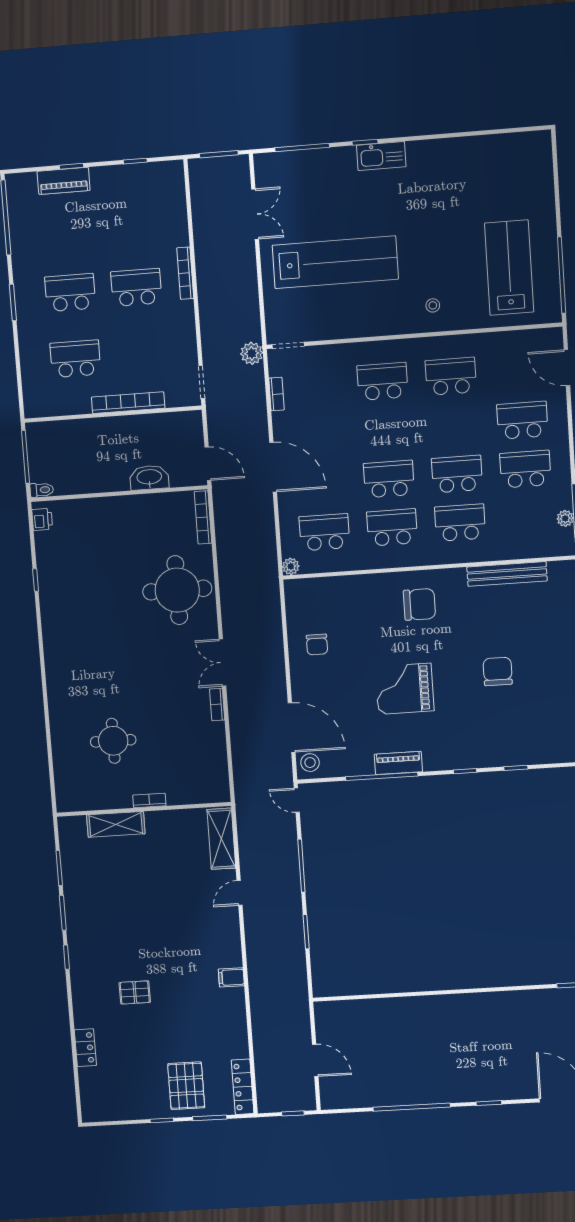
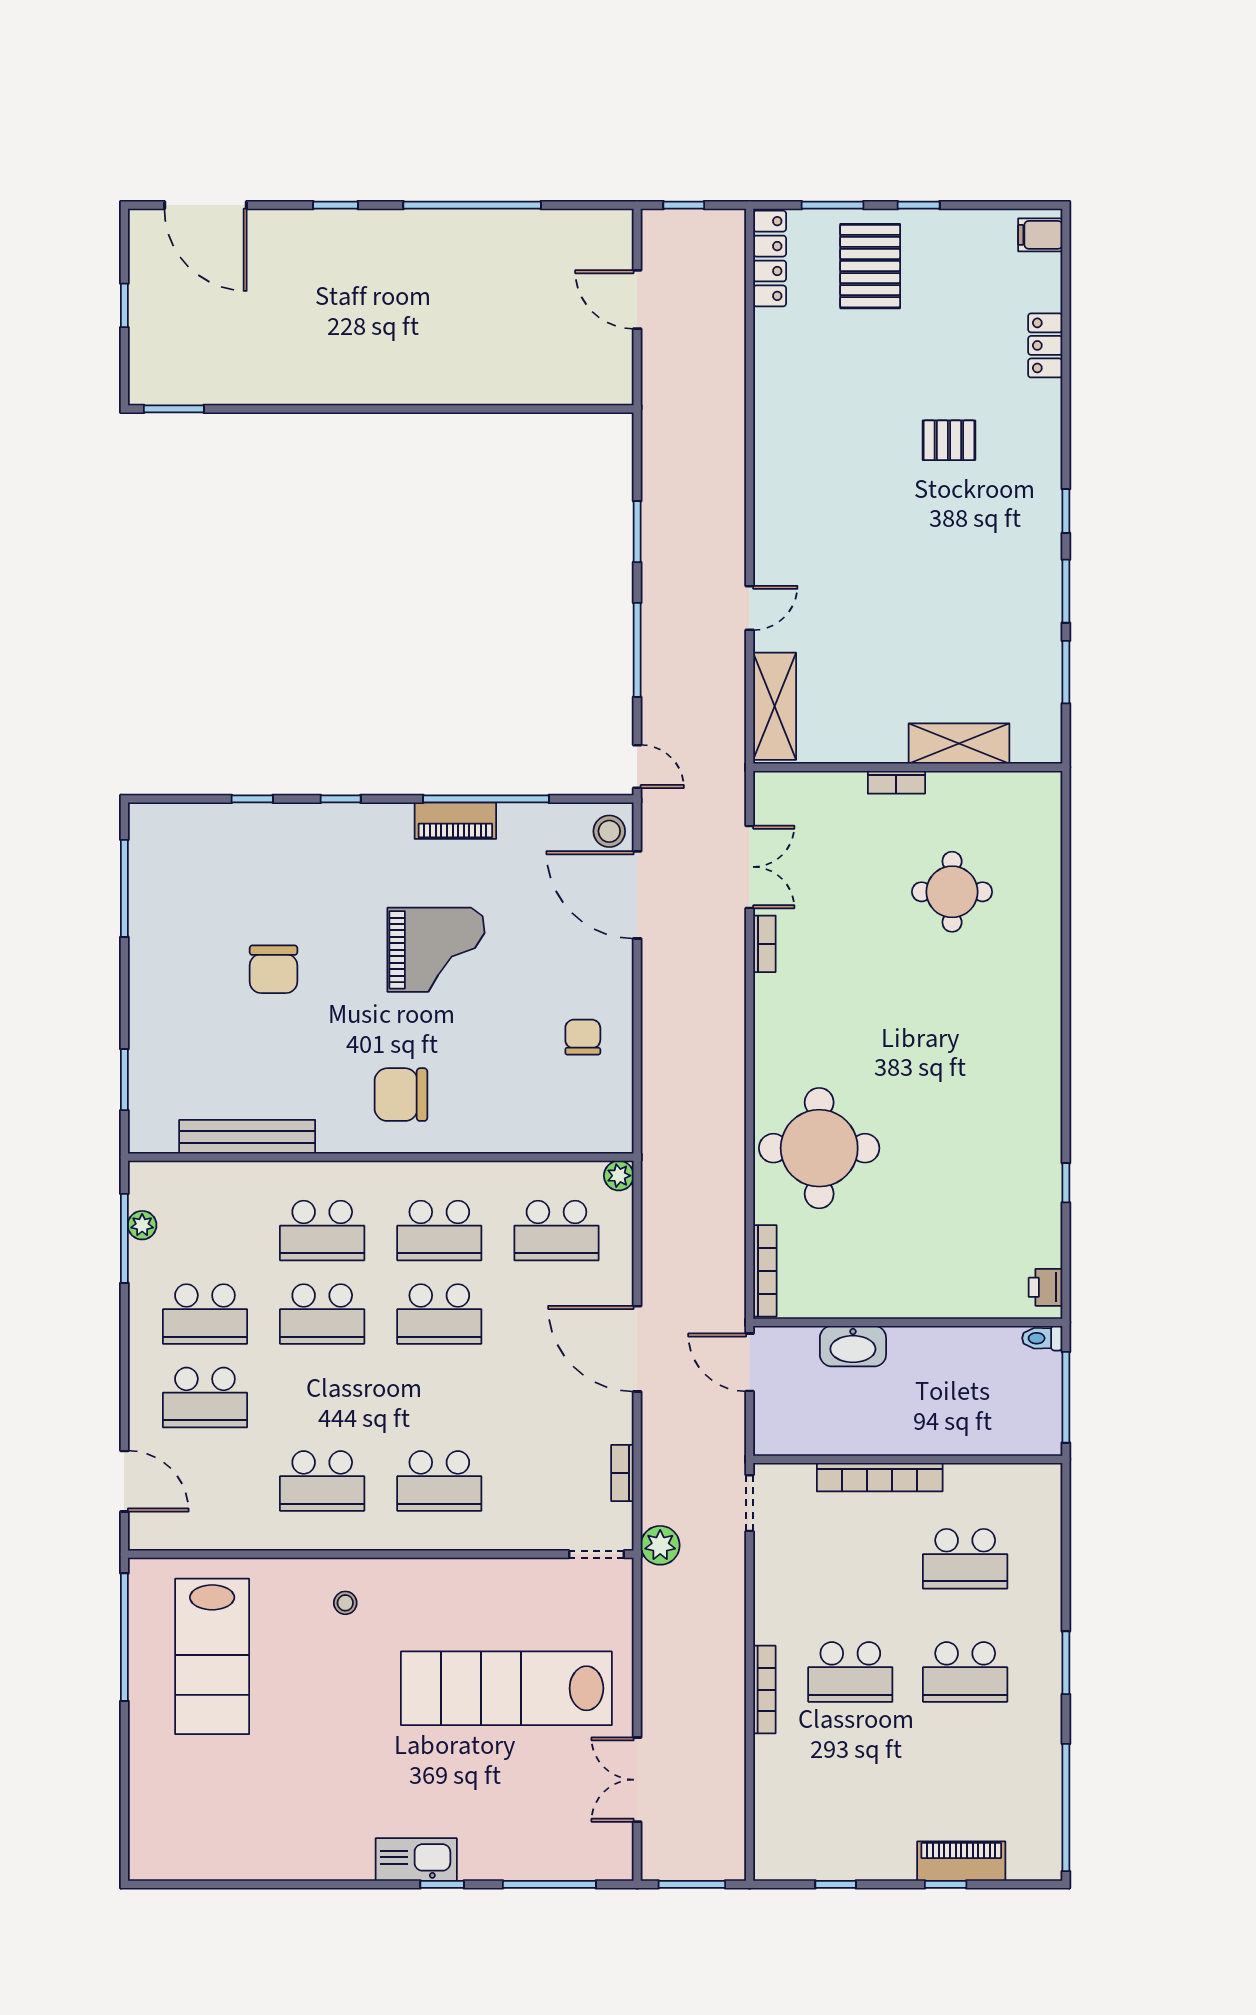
double door: (222, 663) -> (750, 867), moved
filing cabinet: (231, 977) -> (1040, 235), moved, turned 180

